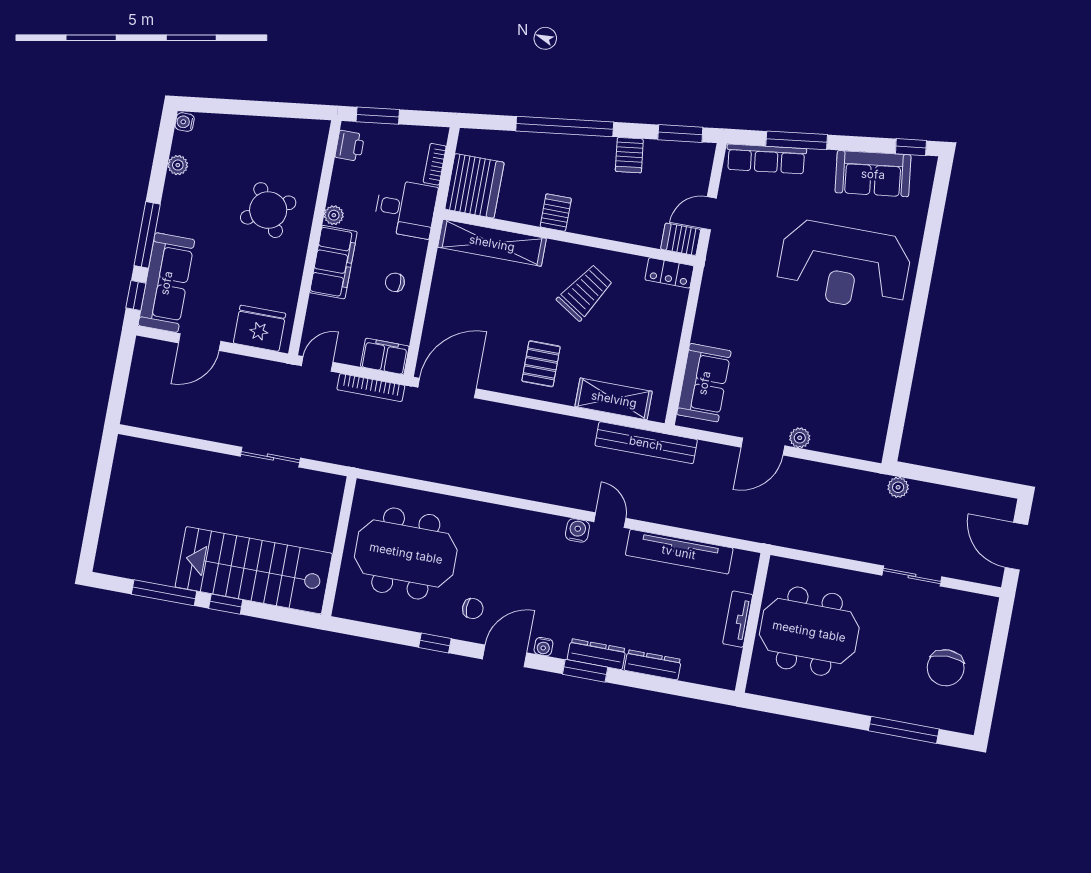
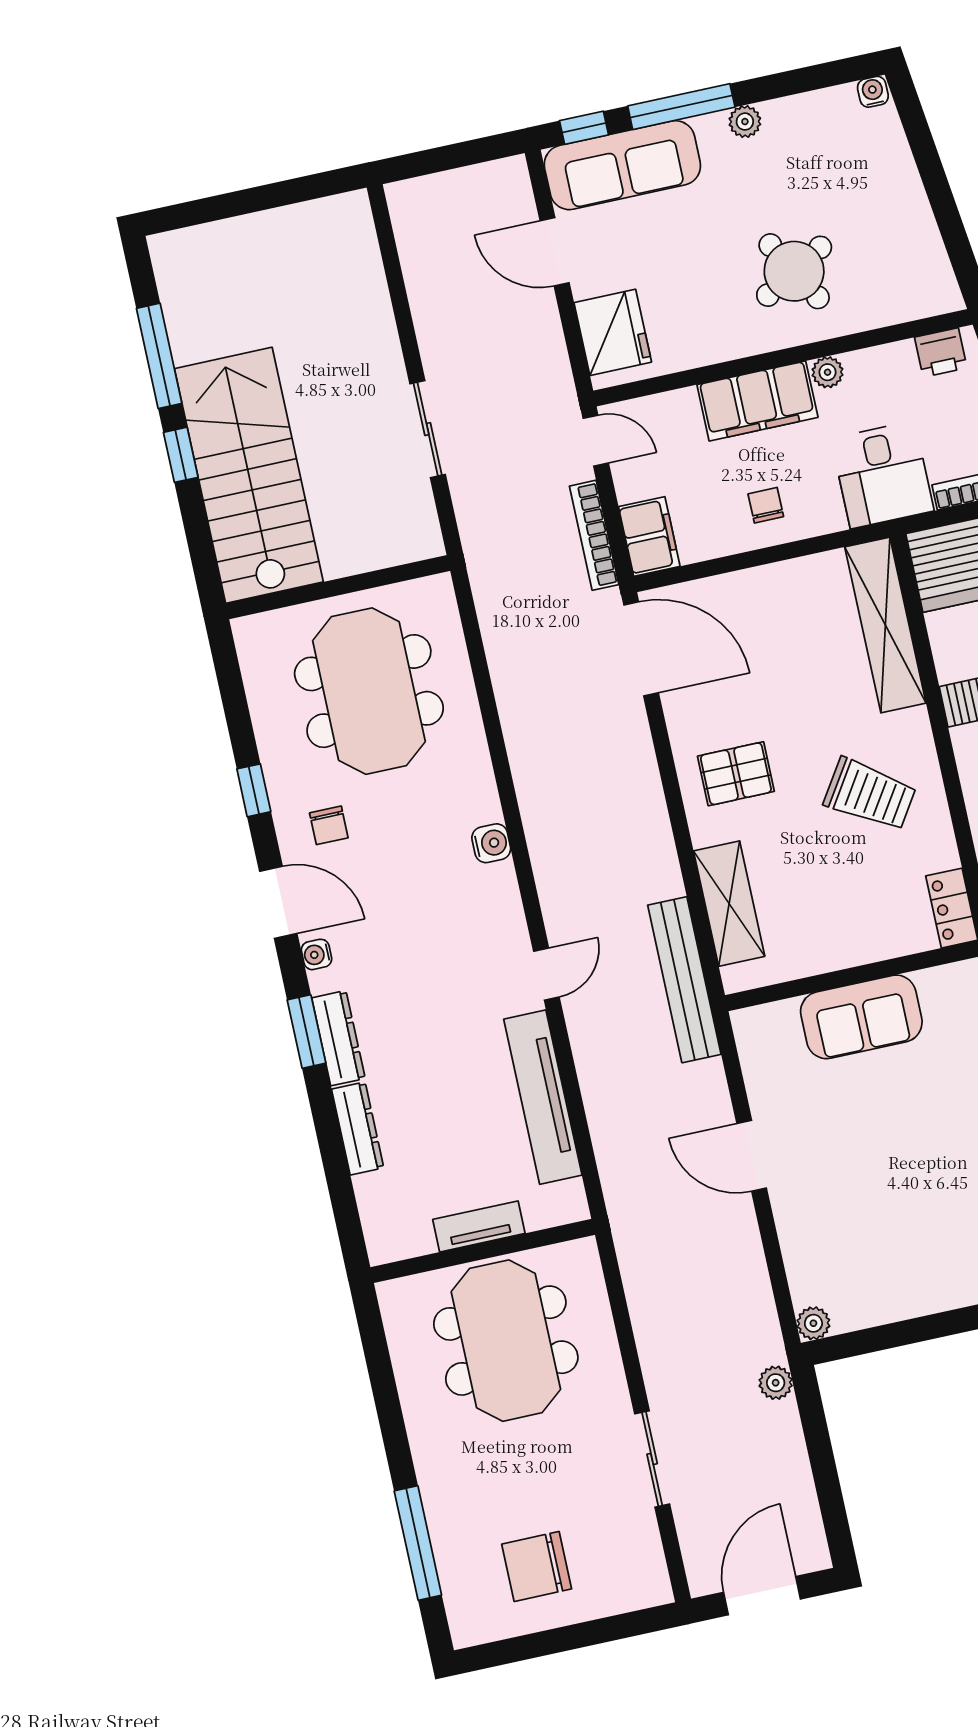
plant: (178, 165) -> (745, 122), moved
sofa: (704, 383) -> (861, 1017), moved
plant: (800, 438) -> (813, 1323), moved
water cooler: (577, 530) -> (491, 843), moved

